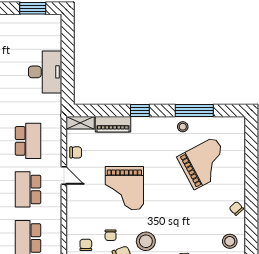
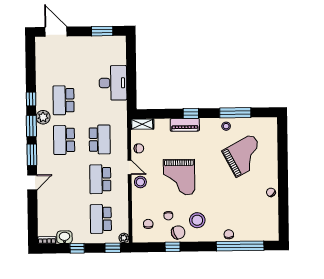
piano: (113, 124) -> (185, 125), moved
stool: (230, 241) -> (140, 182), moved

